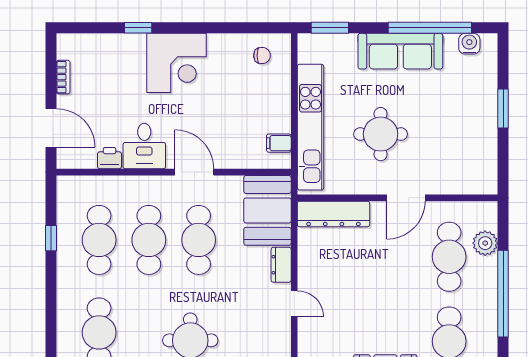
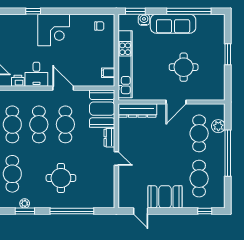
water cooler: (469, 44) -> (144, 20), moved
round table: (381, 134) -> (184, 67), moved

